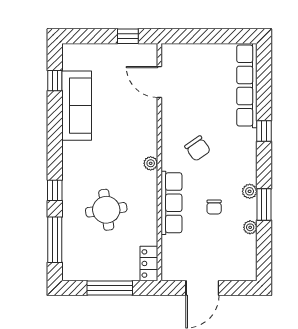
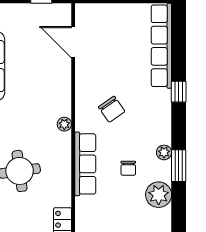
plant: (250, 227) -> (159, 195), width x1.88, depth x1.88

